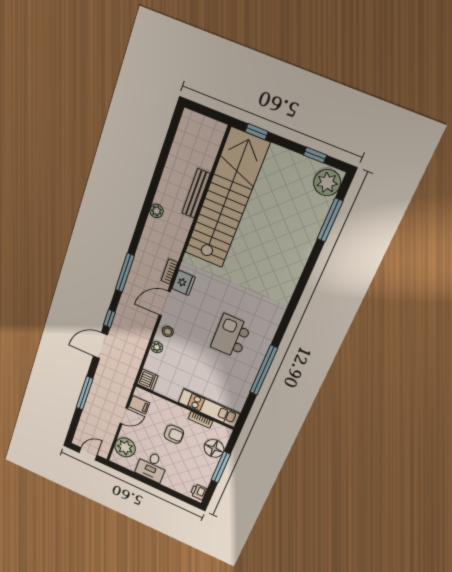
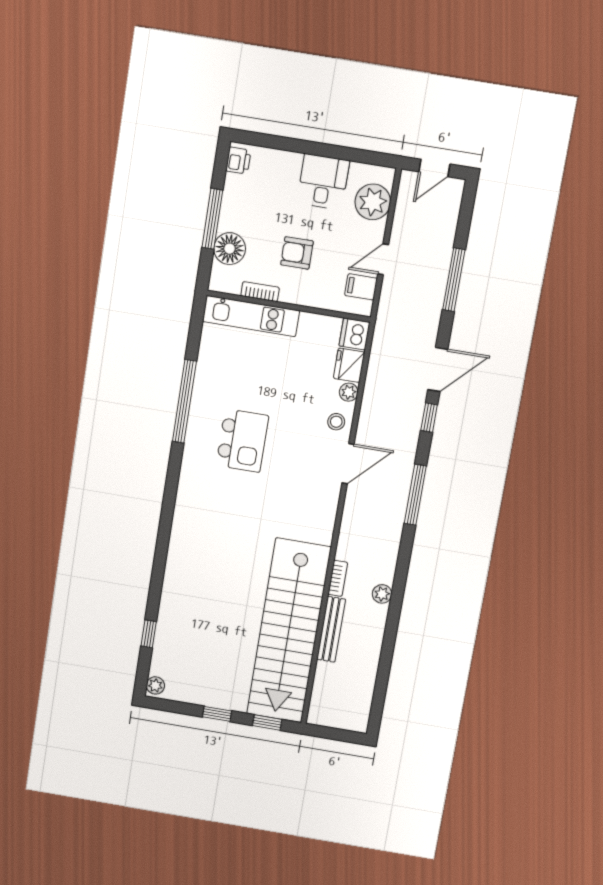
window: (315, 155) -> (217, 714), moved
plant: (327, 183) -> (155, 685), width x0.53, depth x0.53
window: (330, 220) -> (149, 634), width x0.46
bookcase: (169, 272) -> (338, 578), moved
fridge: (183, 283) -> (349, 365), moved

